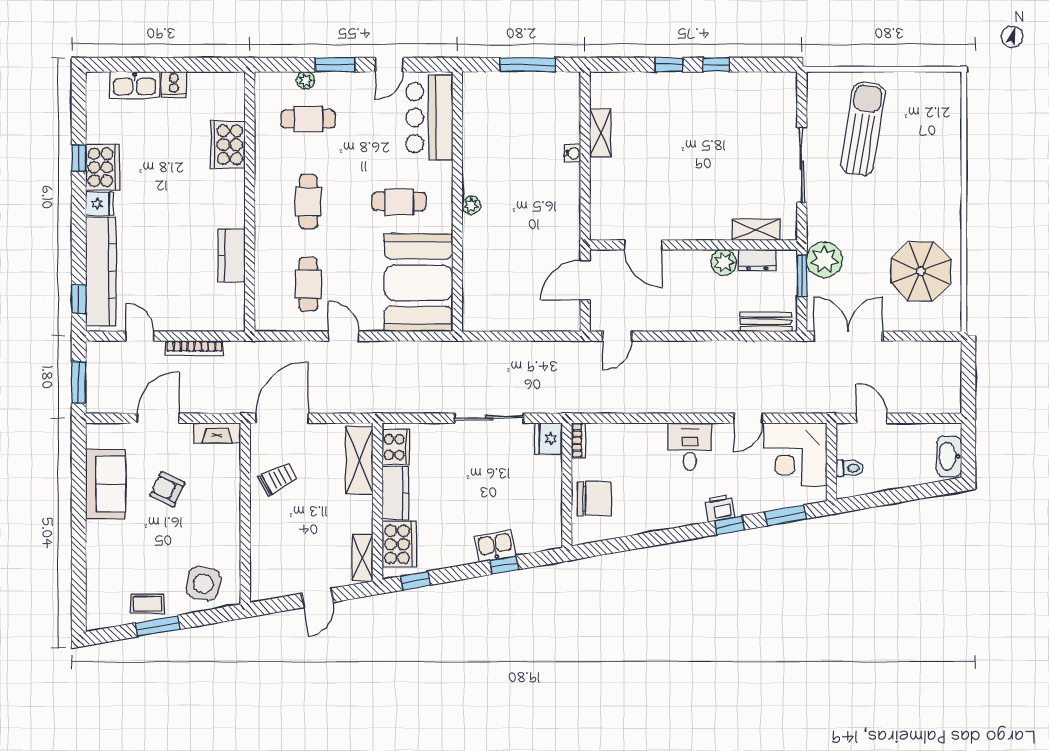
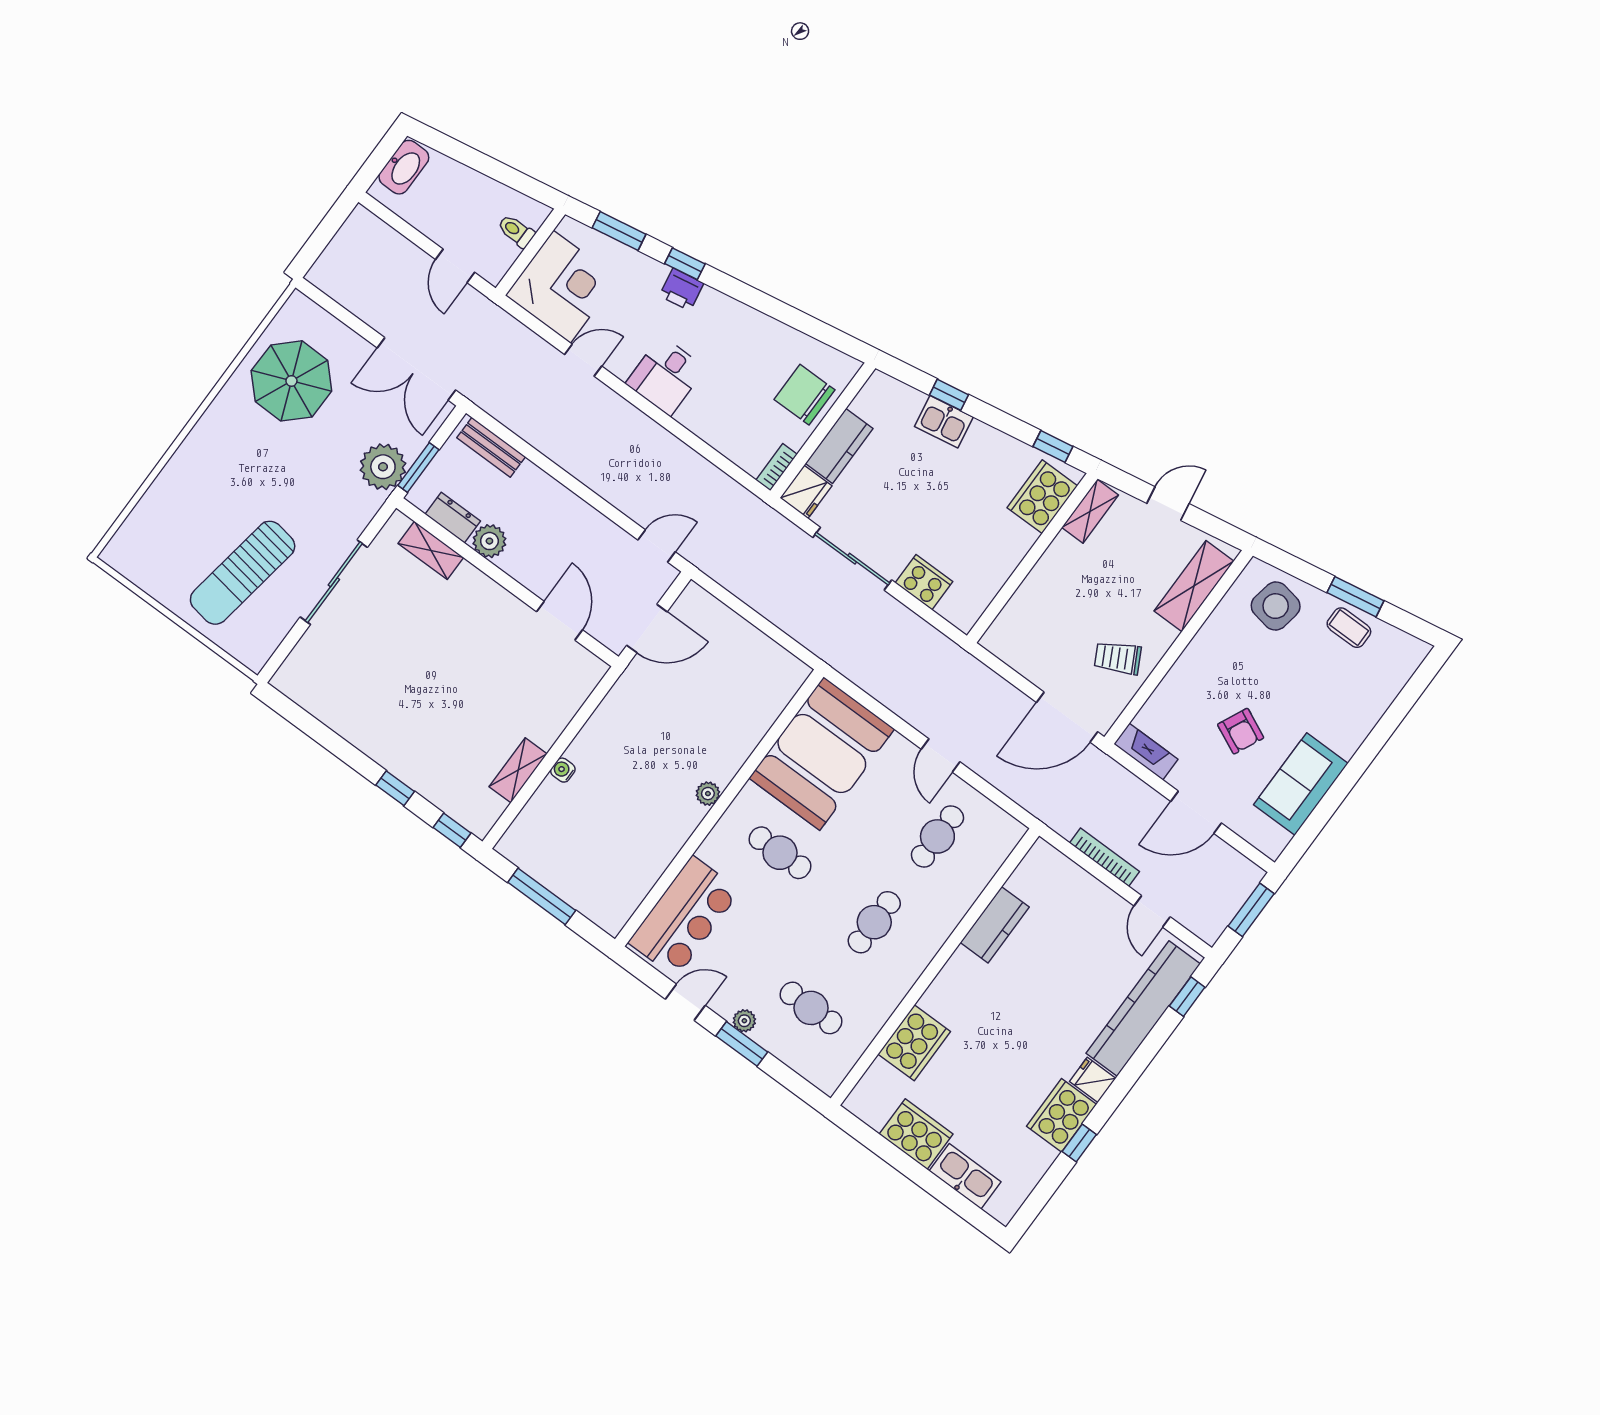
window: (716, 65) -> (452, 830), moved
plant: (305, 80) -> (744, 1021), moved
cooker: (174, 85) -> (916, 1134), width x1.87, depth x1.31
cooker: (396, 447) -> (924, 582), moved, turned 90
shelving: (359, 460) -> (1194, 586), moved
kitchen counter: (395, 493) -> (839, 446), moved, turned 180

